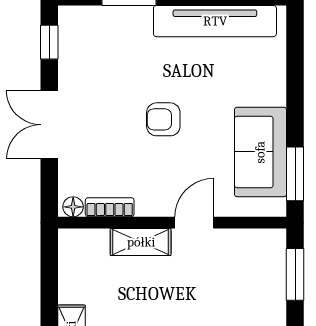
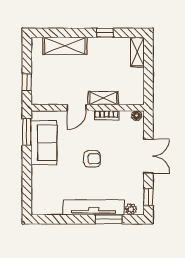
plant: (84, 17) -> (131, 209), added
tv unit: (215, 21) -> (94, 207), moved
bookcase: (110, 207) -> (107, 115), moved
window: (295, 274) -> (27, 82), width x0.67

